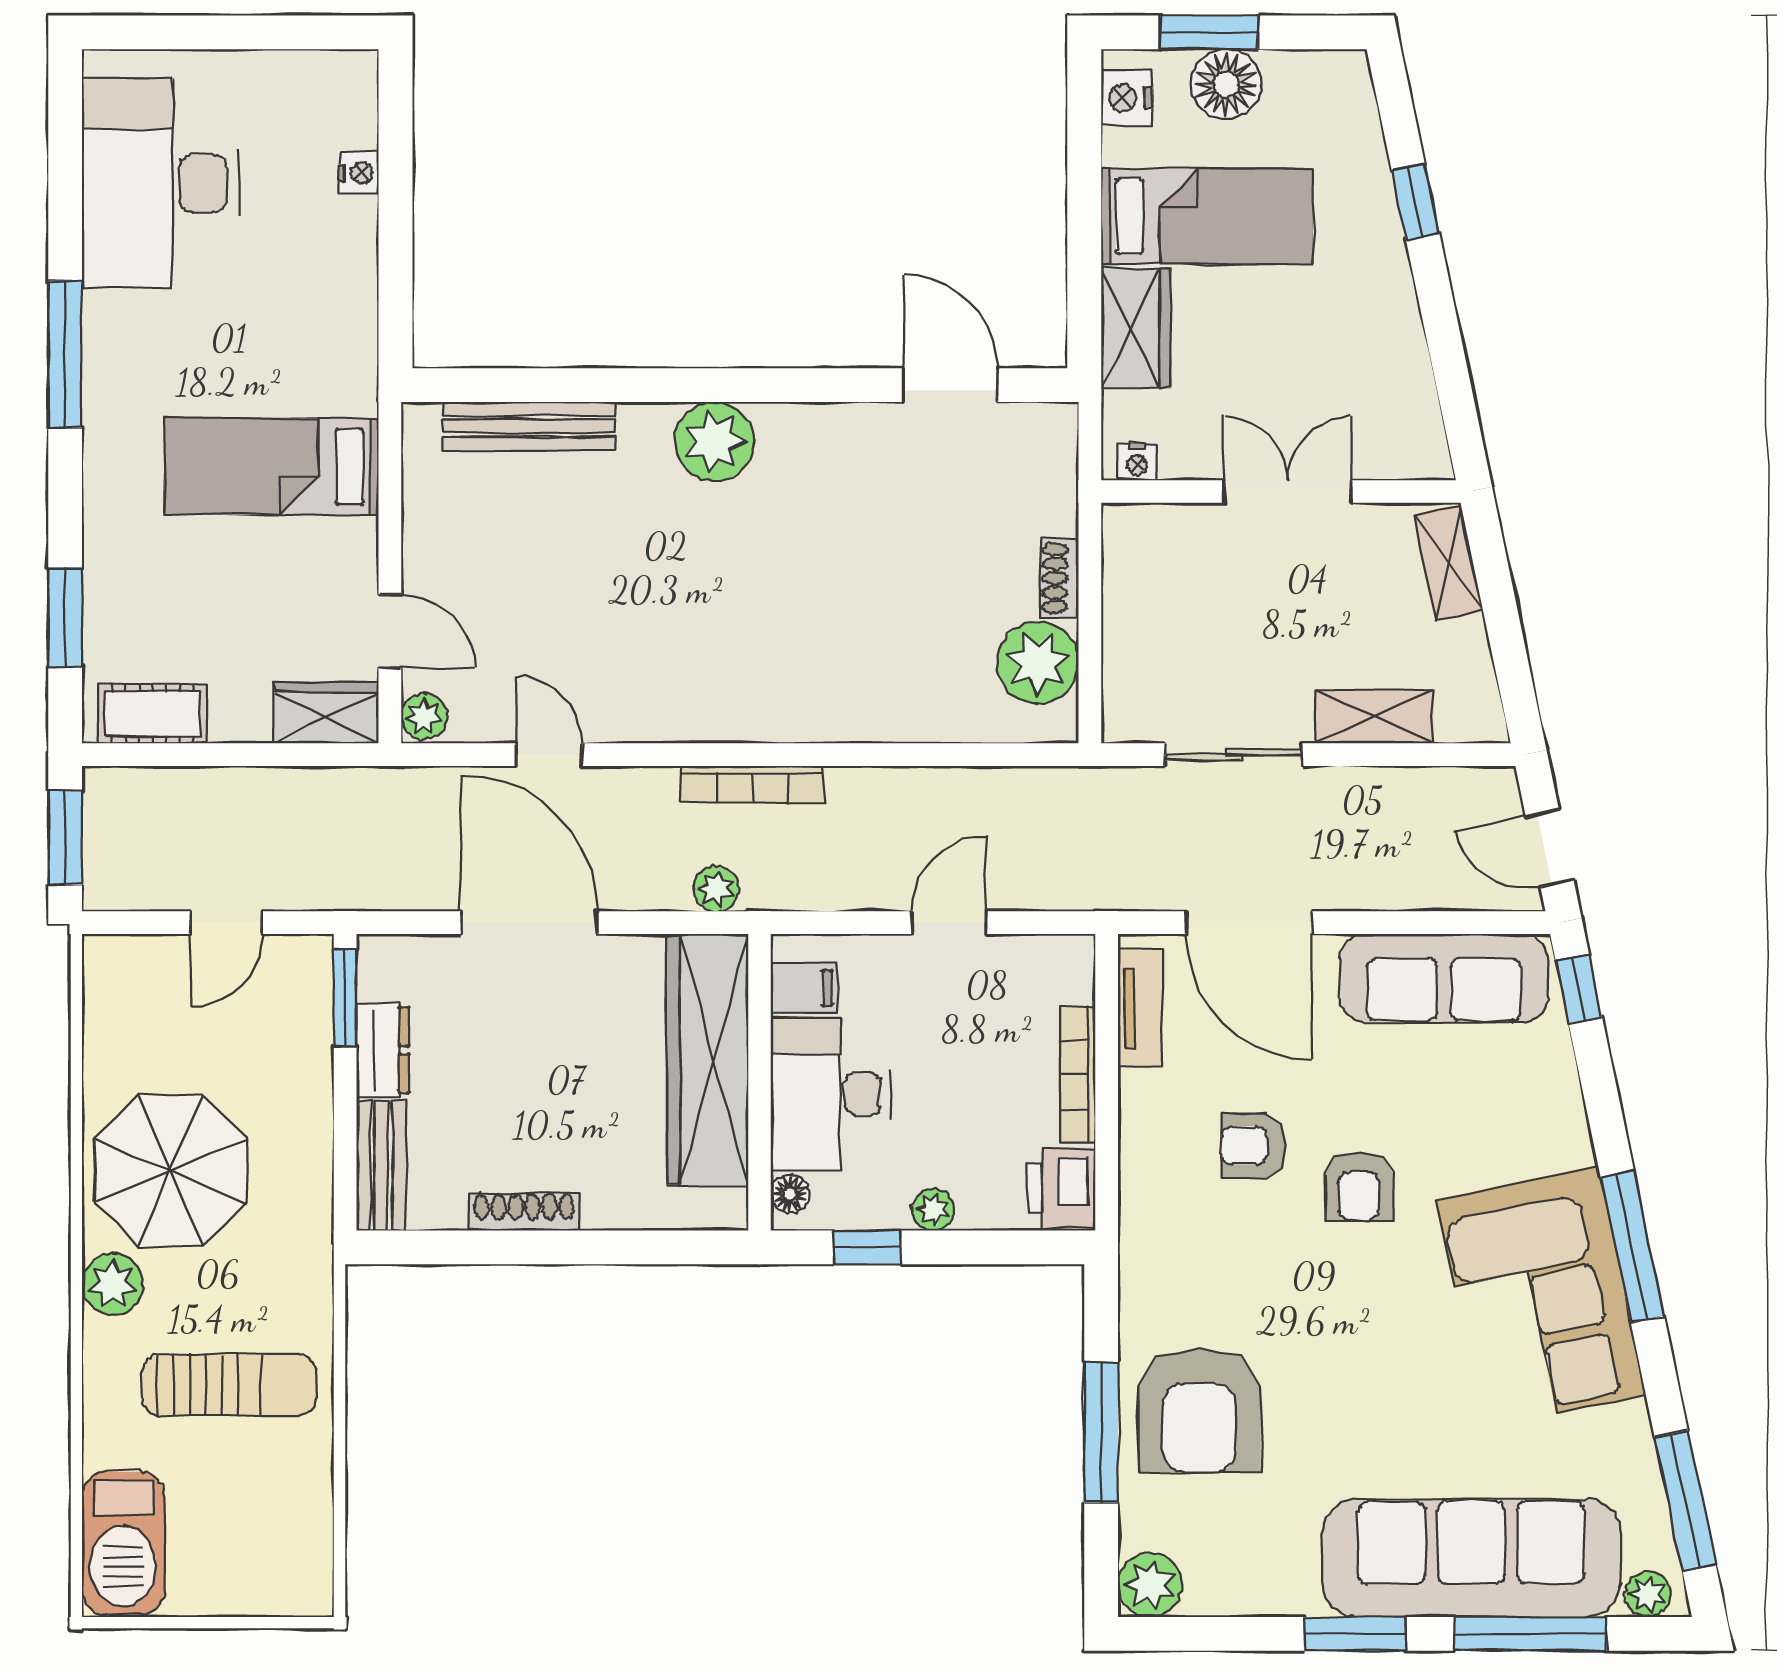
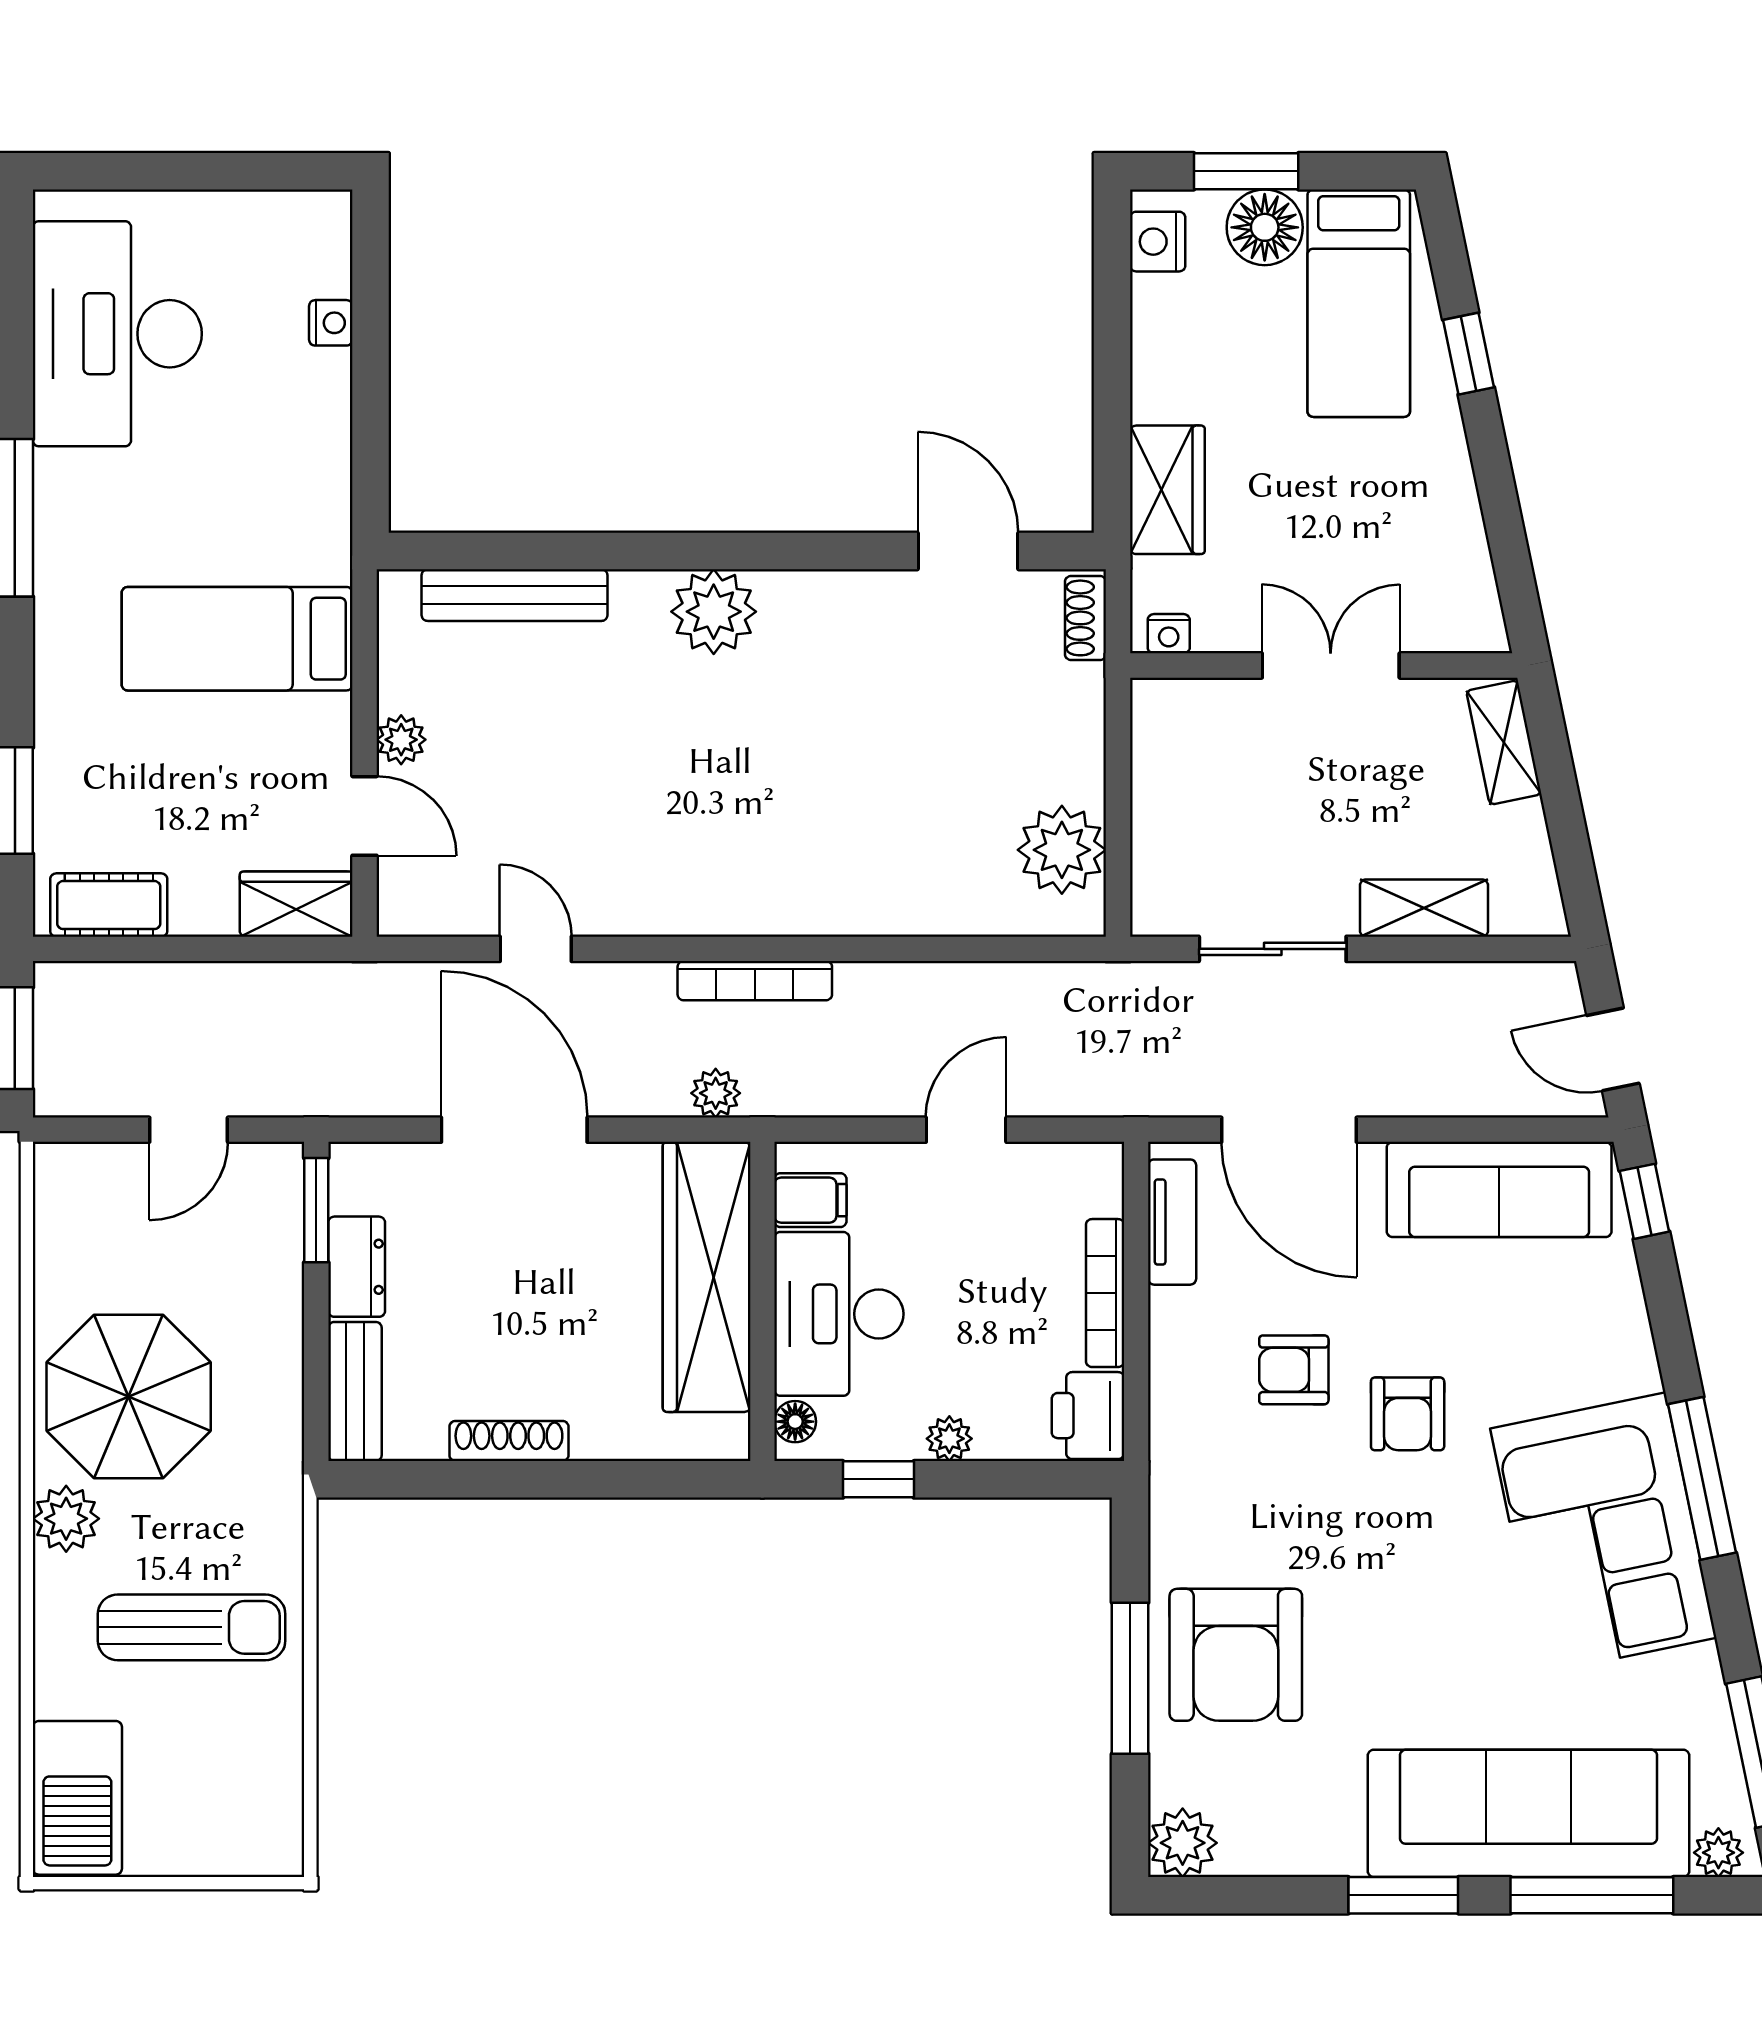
bed: (1207, 216) -> (1359, 303), moved, turned 90
shoe rack: (1060, 578) -> (1085, 618), moved
plant: (424, 716) -> (401, 740), moved

